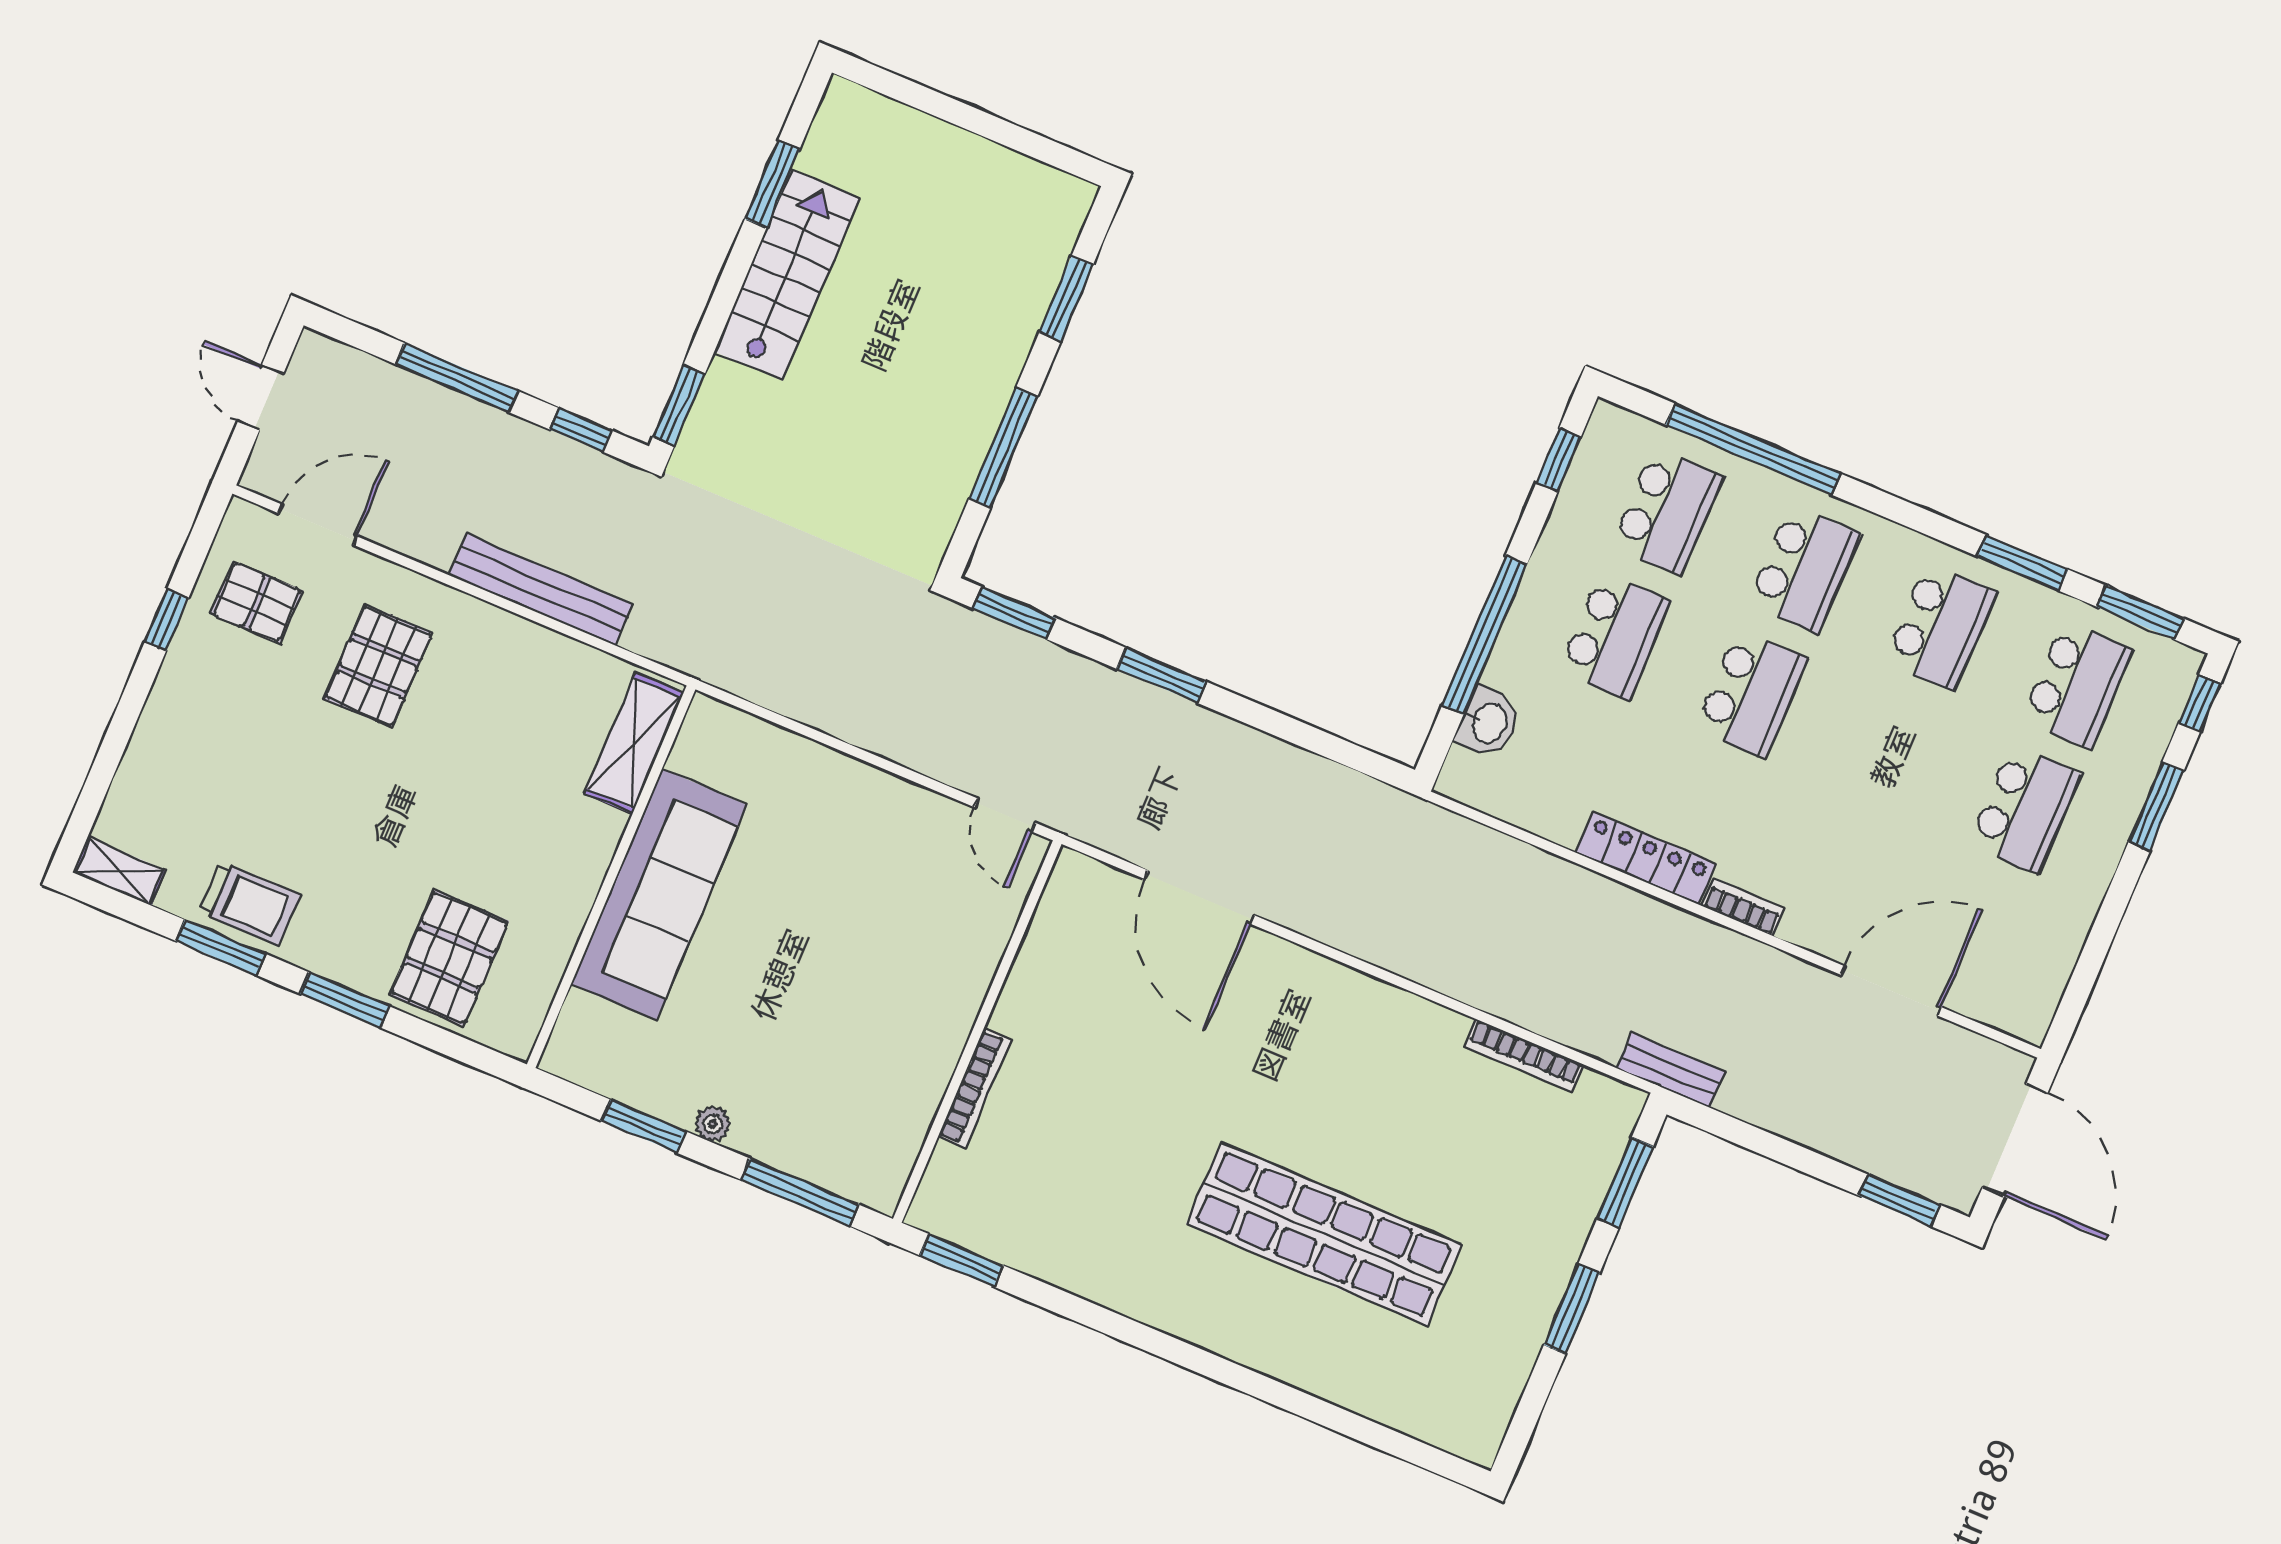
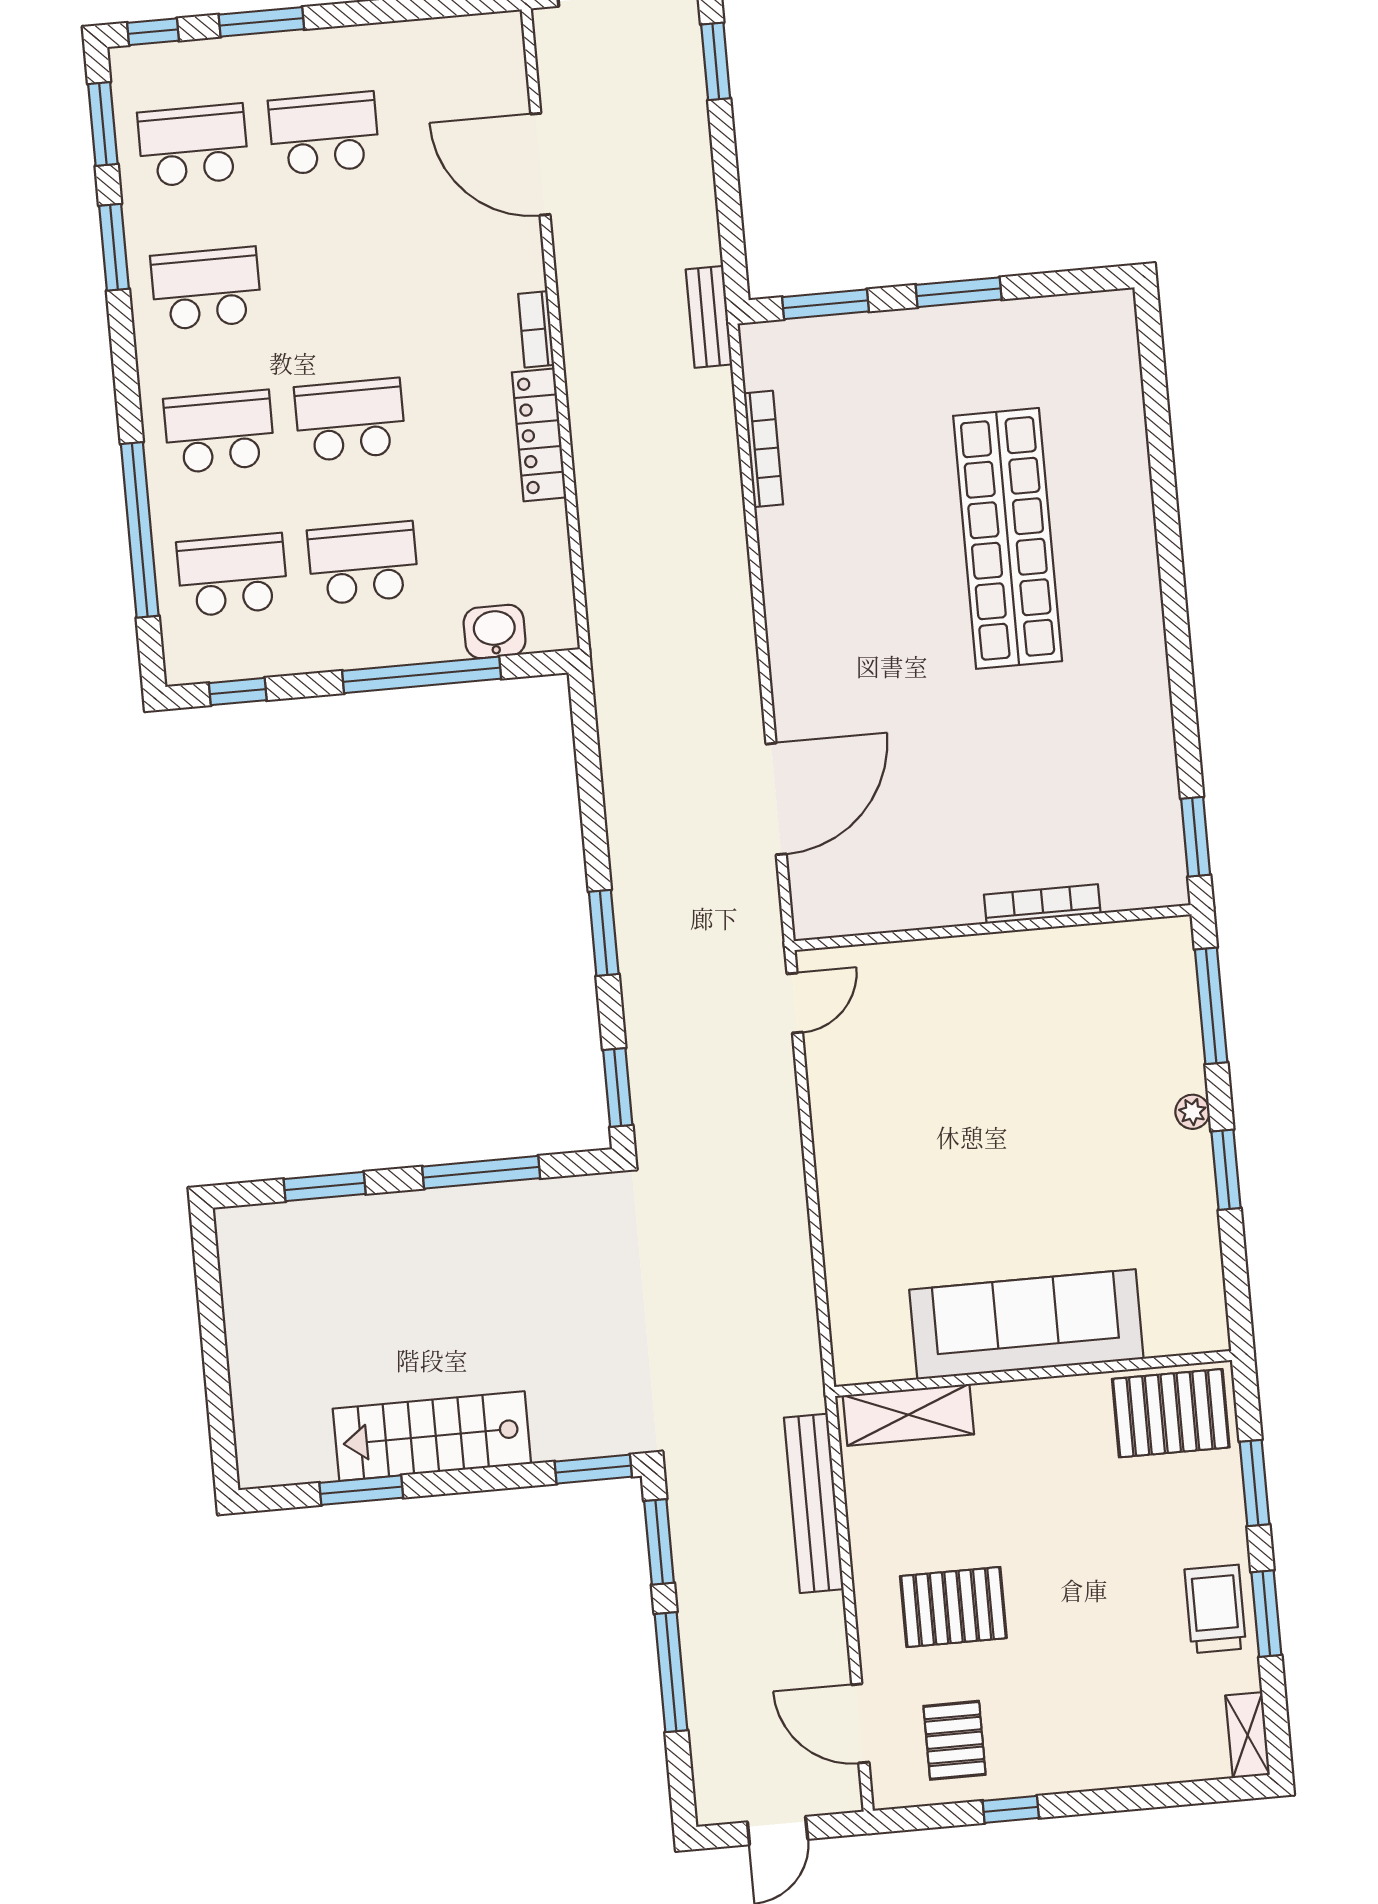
window: (581, 430) -> (659, 1542), width x1.50
shelving: (634, 743) -> (908, 1415), moved
wall: (611, 877) -> (1033, 1373), moved
sofa: (659, 895) -> (1026, 1324), moved

